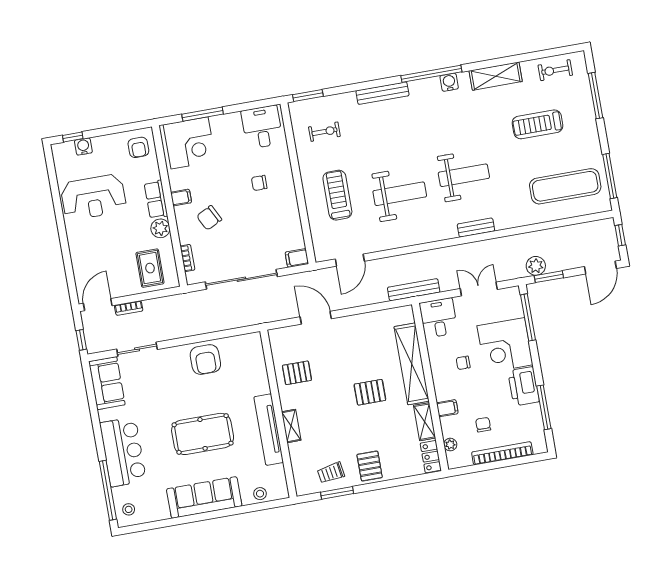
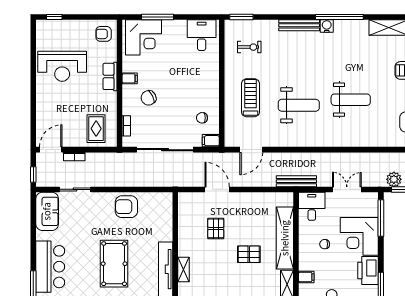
water cooler: (449, 82) -> (327, 26), moved
water cooler: (83, 146) -> (61, 26), removed
armchair: (138, 147) -> (104, 34), turned 90
chair: (259, 183) -> (202, 118), moved
plant: (160, 228) -> (109, 99), removed
bench: (476, 228) -> (353, 142), removed
armchair: (205, 360) -> (126, 207), turned 90
pallet: (297, 373) -> (216, 228), moved, turned 90
pool table: (203, 434) -> (114, 264), turned 90

